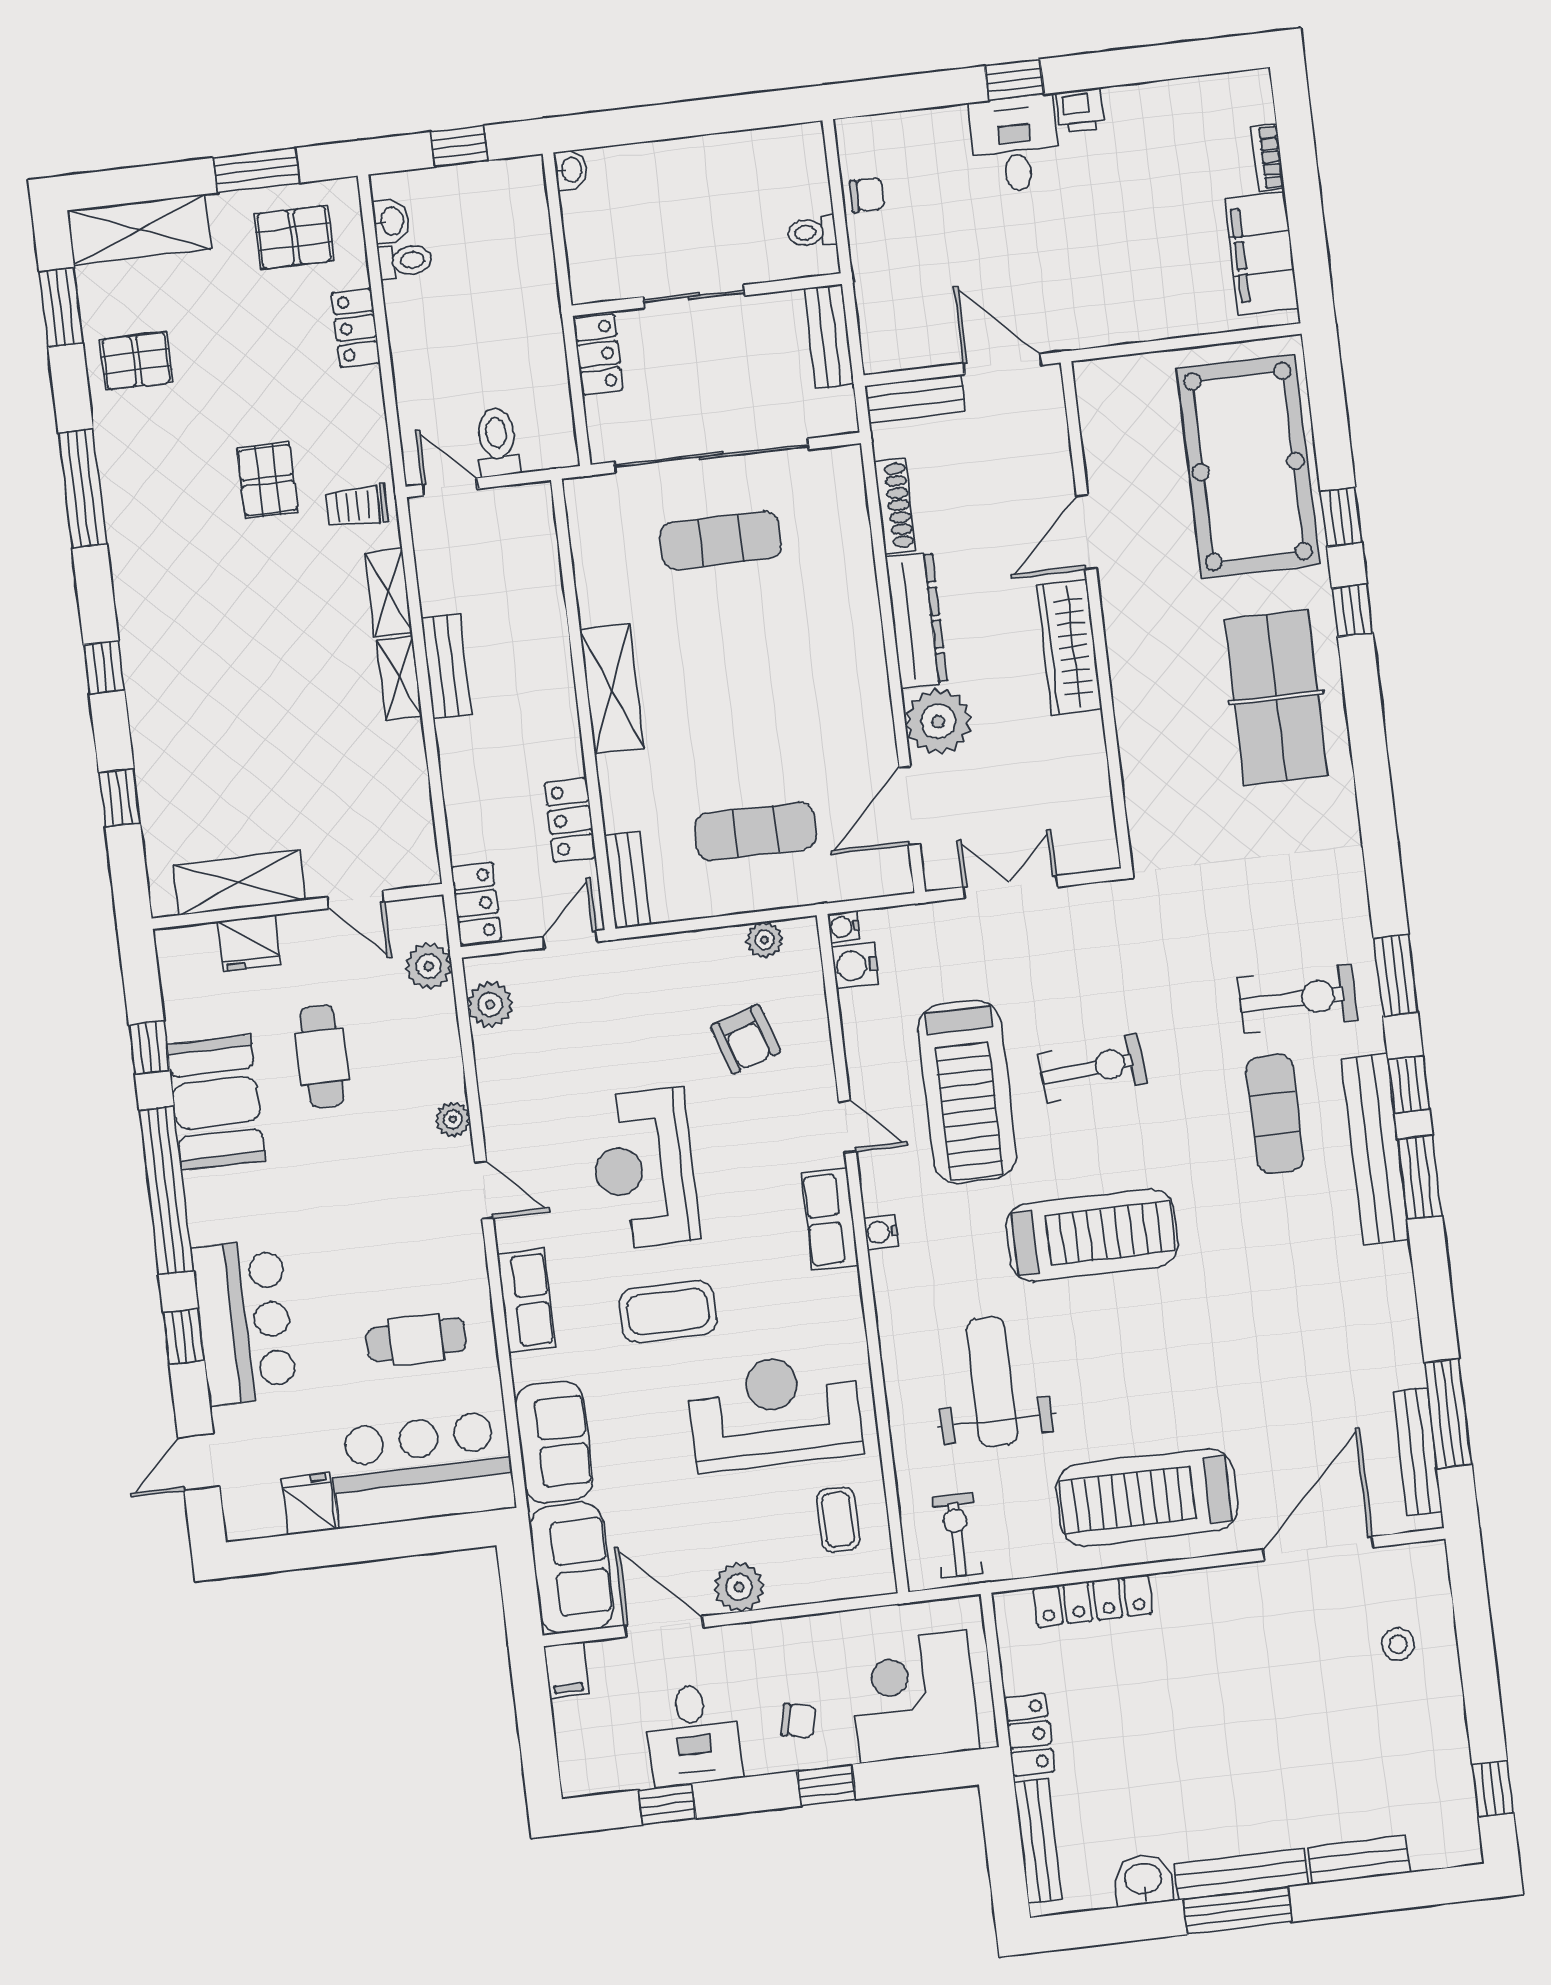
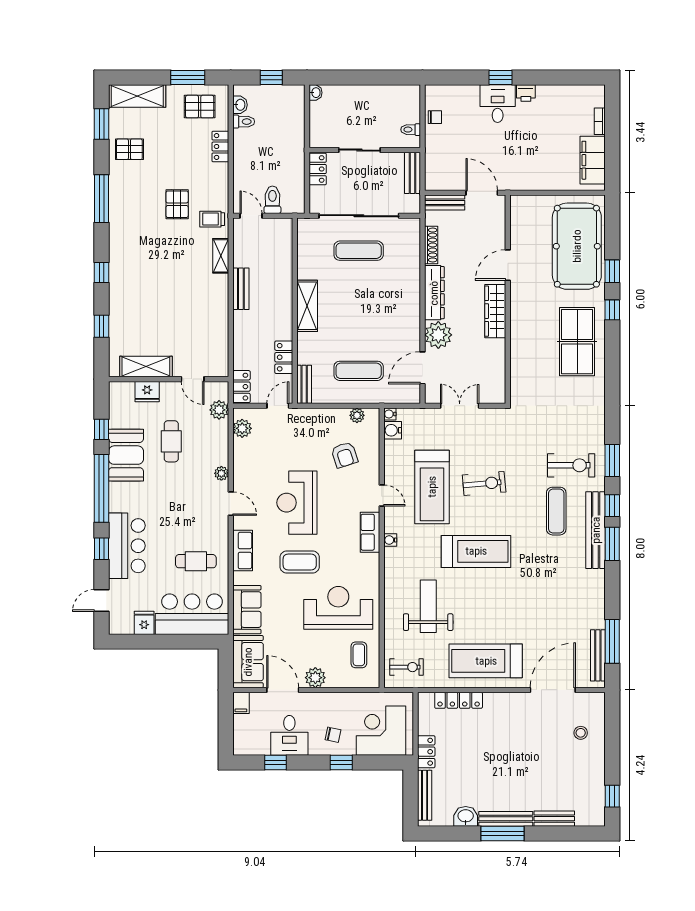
shelving: (399, 678) -> (221, 291), removed
exercise bike: (957, 1535) -> (406, 667), turned 90

